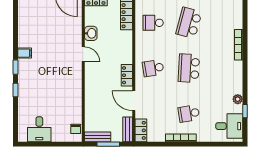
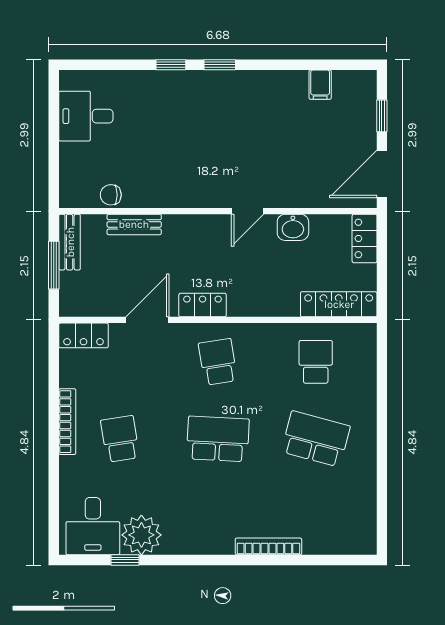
filing cabinet: (25, 53) -> (320, 85), moved
plant: (238, 99) -> (141, 535), width x1.88, depth x1.88
chair: (76, 129) -> (111, 195), moved
bench: (128, 129) -> (134, 224), moved

